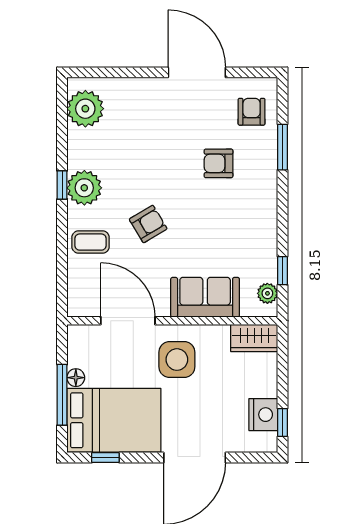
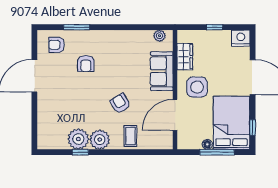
plant: (85, 109) -> (78, 139), moved
window: (62, 185) -> (80, 152), moved
window: (282, 271) -> (147, 27), removed
wardrobe: (254, 338) -> (185, 57), moved
nightstand: (263, 415) -> (241, 38), moved
window: (282, 422) -> (215, 27), moved

